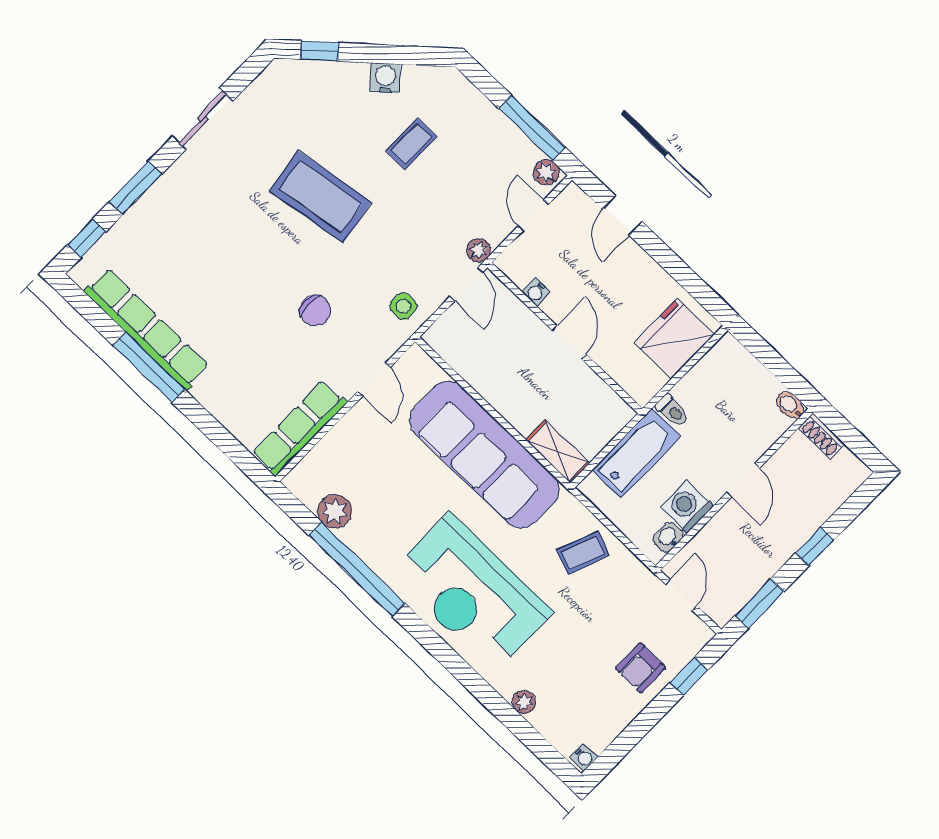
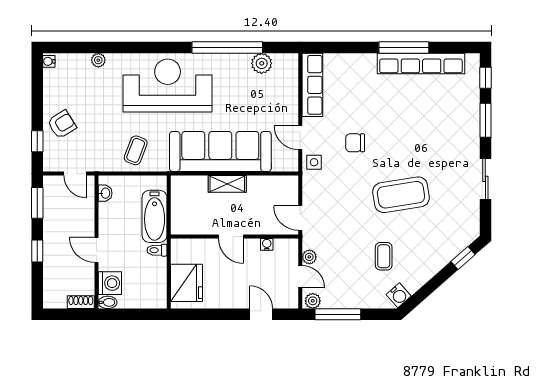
water cooler: (385, 78) -> (399, 295), moved
plant: (479, 250) -> (309, 257), moved
side table: (403, 306) -> (314, 162), moved
shelving: (558, 452) -> (227, 184), moved
washing machine: (687, 507) -> (110, 283), moved
armchair: (641, 668) -> (62, 124), turned 58

